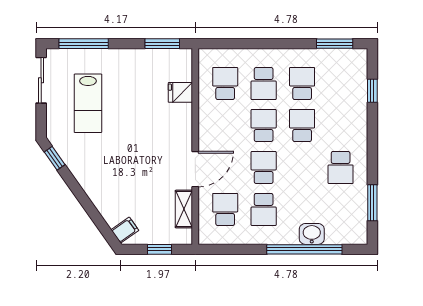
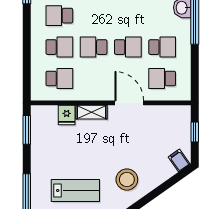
school desk: (225, 83) -> (59, 78), turned 180
school desk: (302, 125) -> (94, 16), removed
stool: (101, 166) -> (127, 180), added
school desk: (264, 167) -> (128, 47), turned 180
shelving: (184, 209) -> (91, 112), moved

